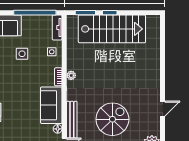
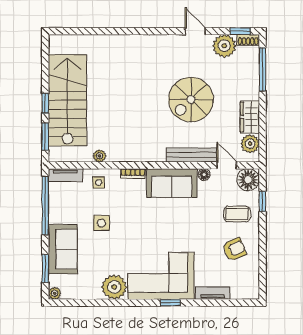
plant: (71, 75) -> (99, 156), moved
door: (163, 109) -> (195, 31), moved
spiral stairs: (112, 119) -> (191, 100), turned -90

